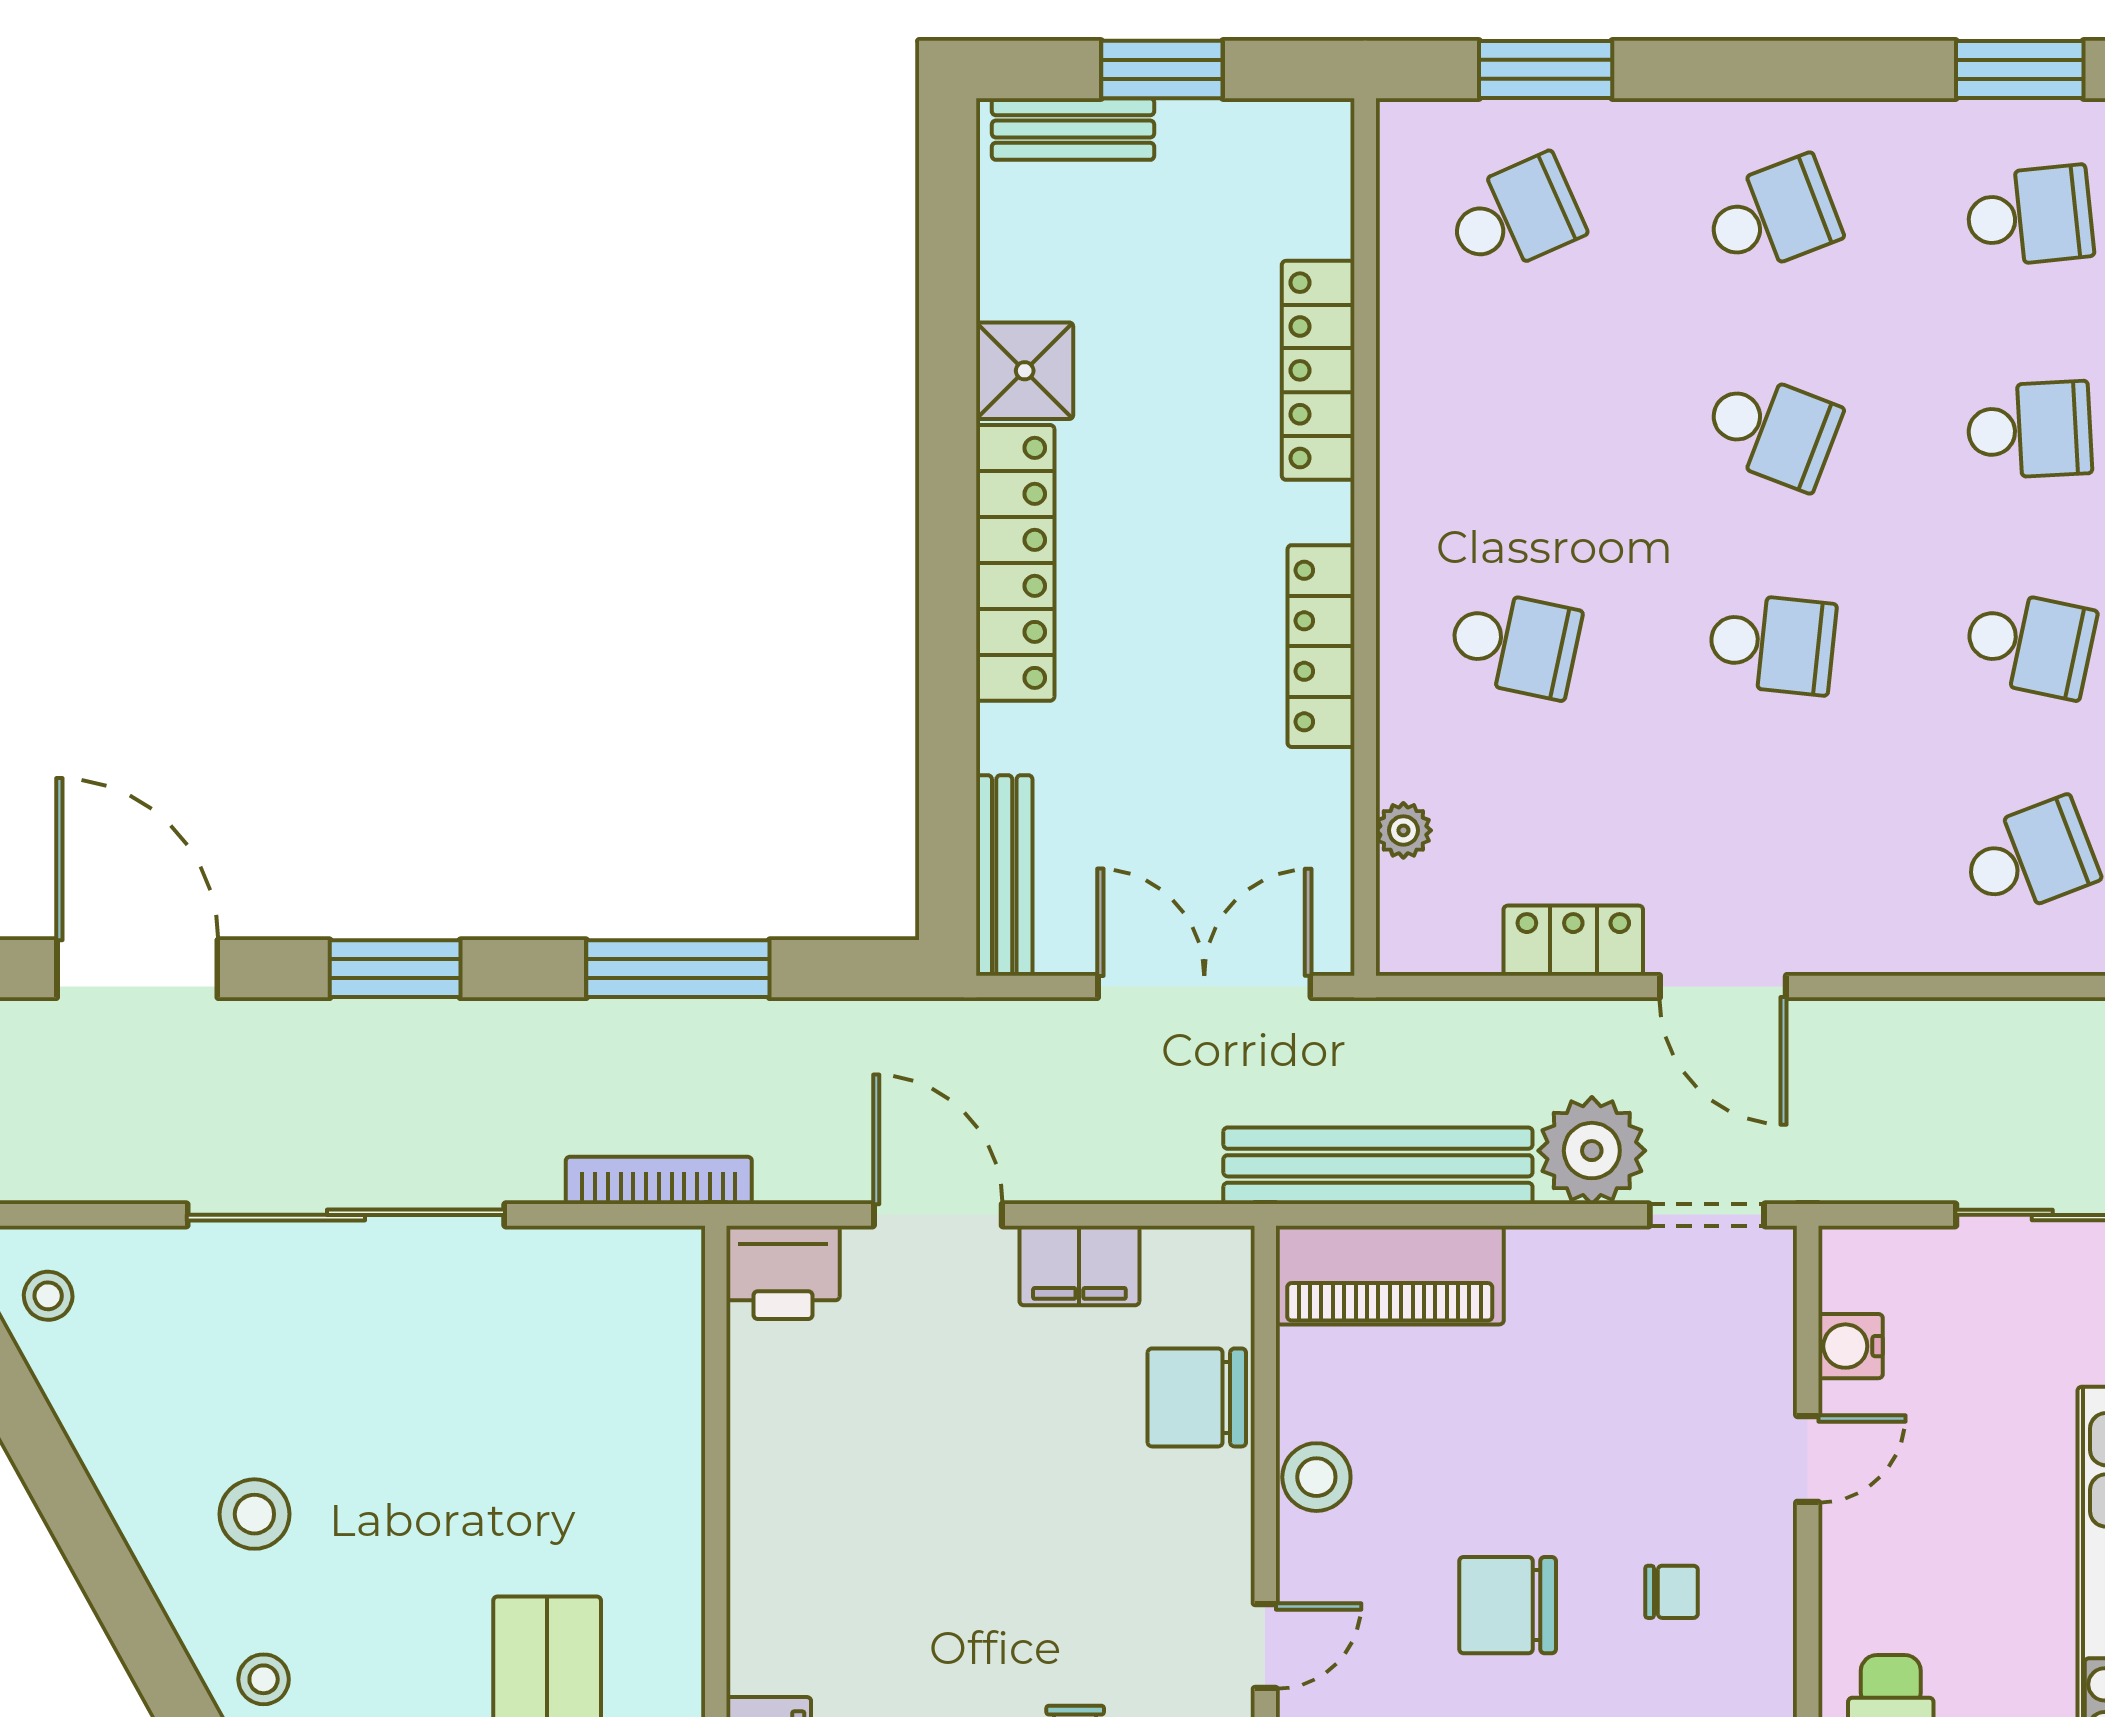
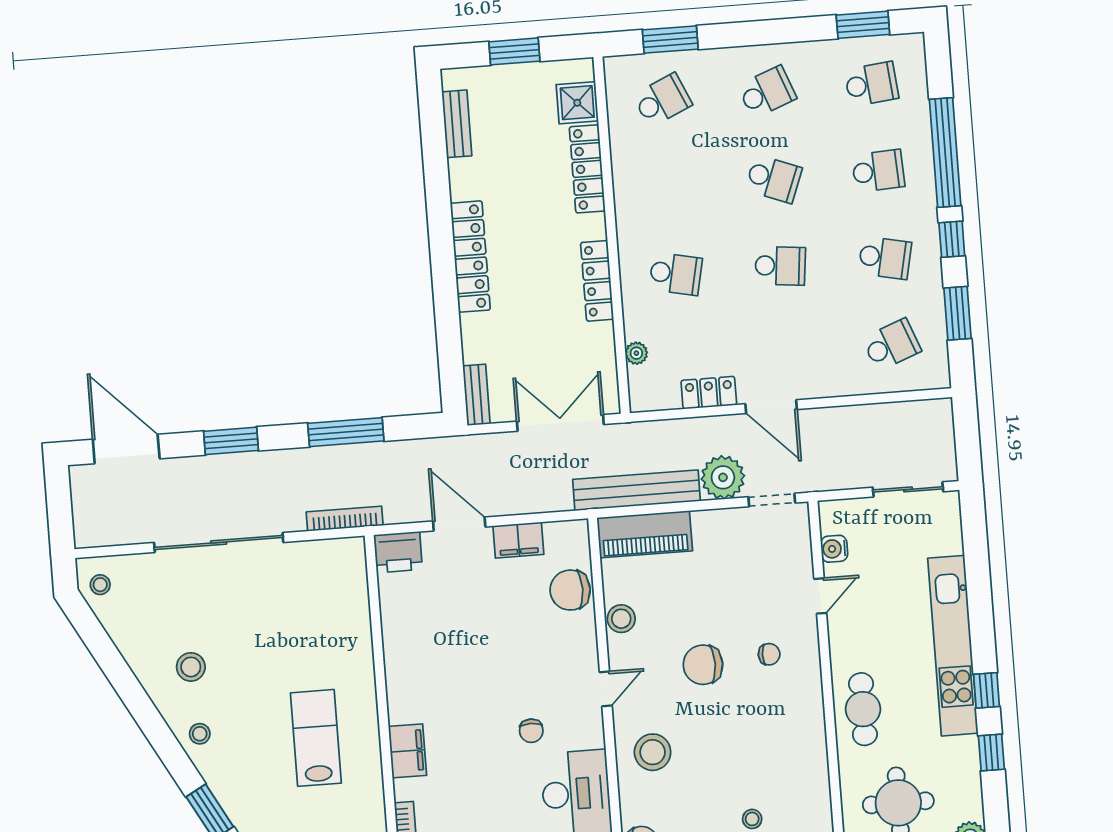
bench: (1073, 129) -> (457, 124), moved, turned 90
shower: (1025, 371) -> (577, 103), moved
bench: (1004, 875) -> (476, 395), width x0.73

